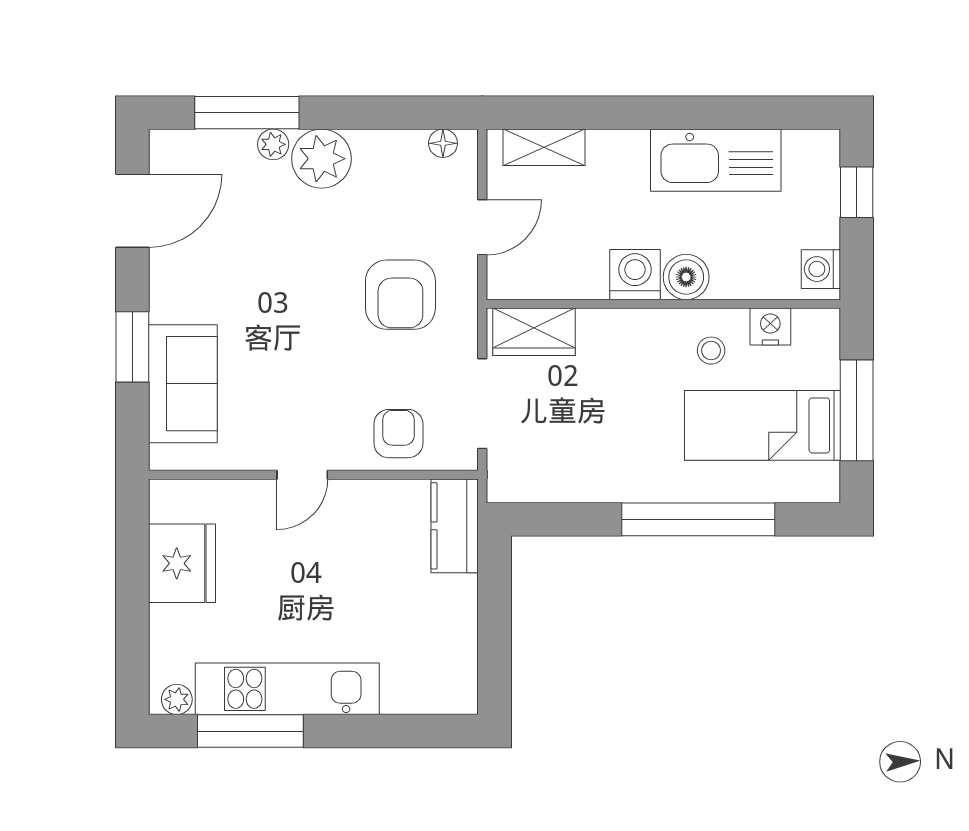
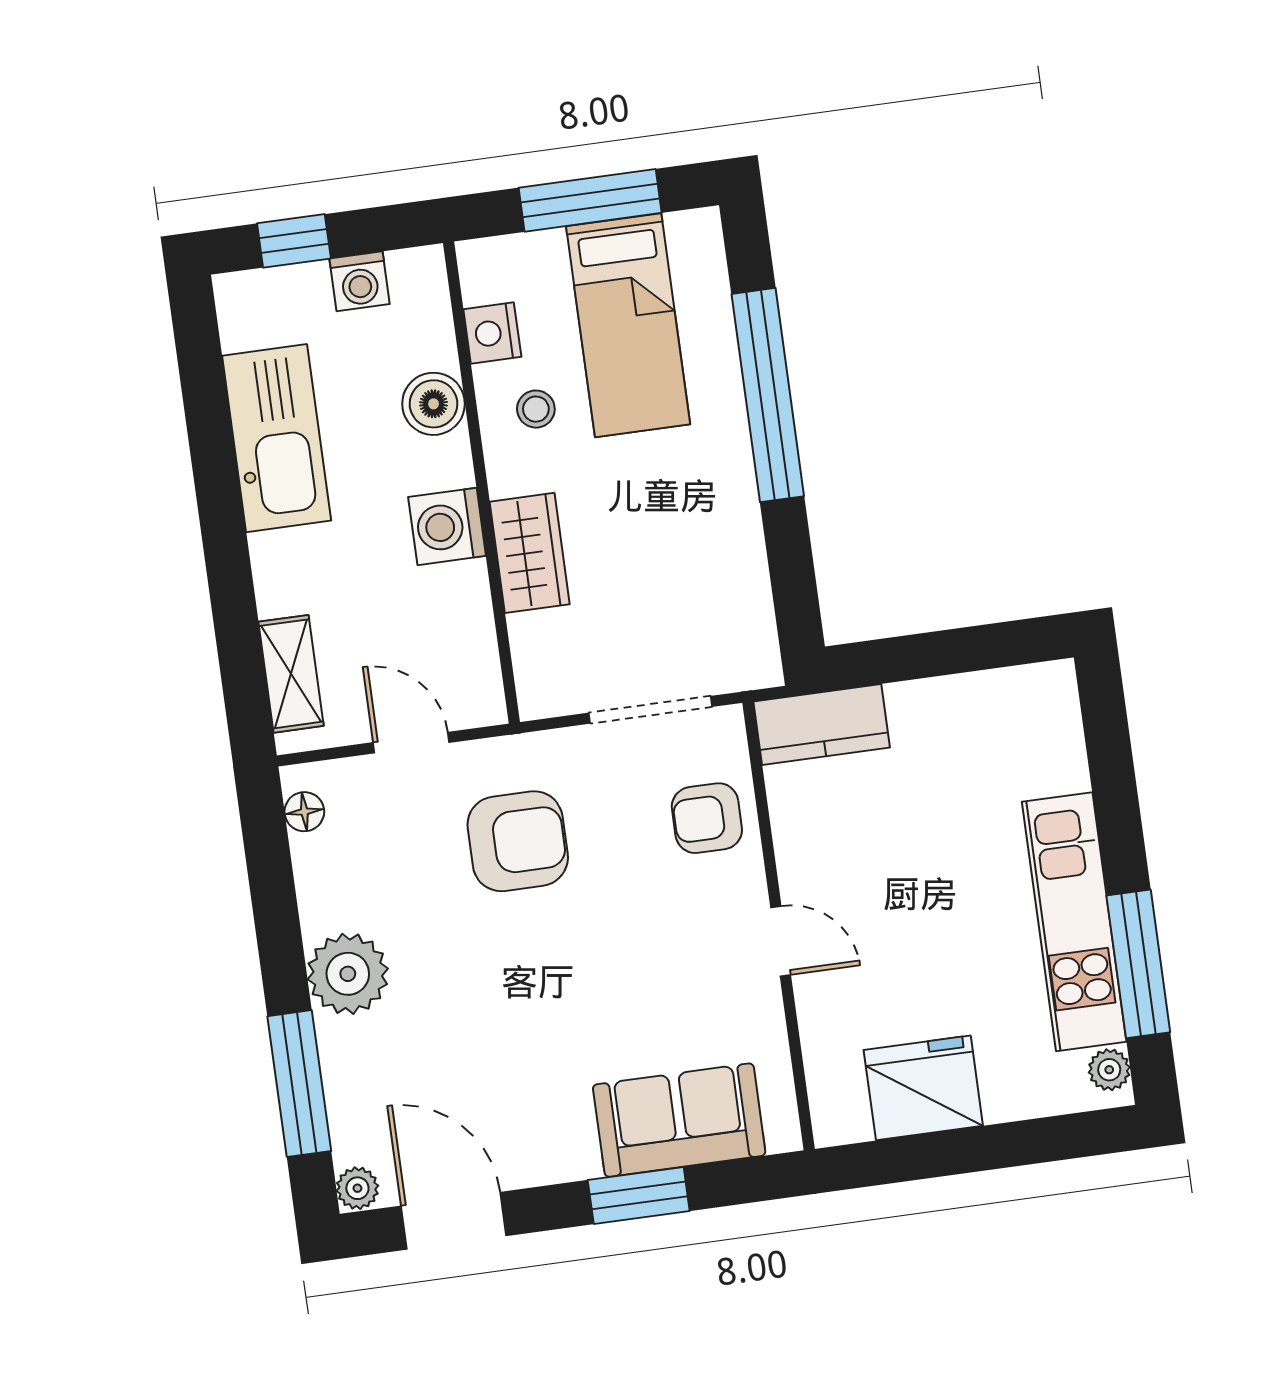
plant: (273, 144) -> (357, 1188), moved
washing machine: (821, 269) -> (360, 281), moved
boiler: (686, 277) -> (433, 404), moved
wardrobe: (534, 332) -> (530, 553), moved

